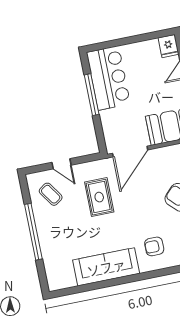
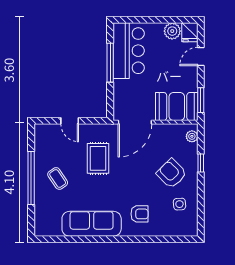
plant: (150, 48) -> (172, 31), added
coffee table: (51, 194) -> (58, 178), moved
armchair: (154, 246) -> (140, 214), turned 180

